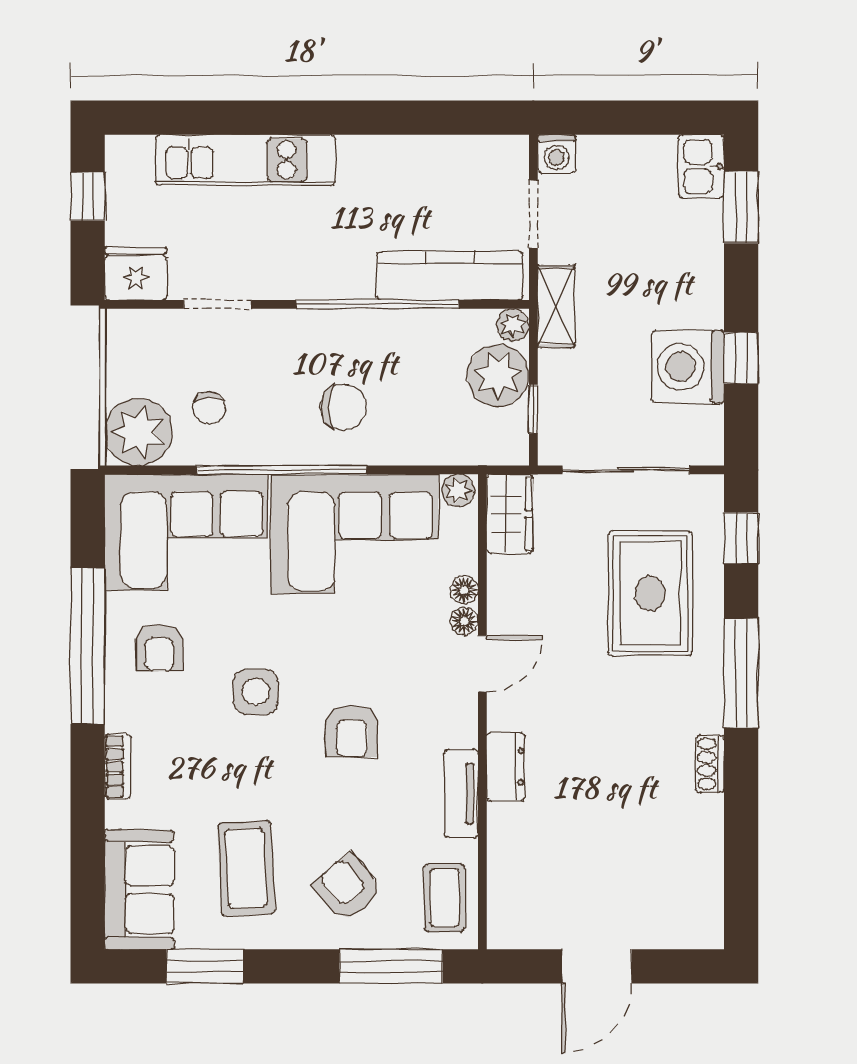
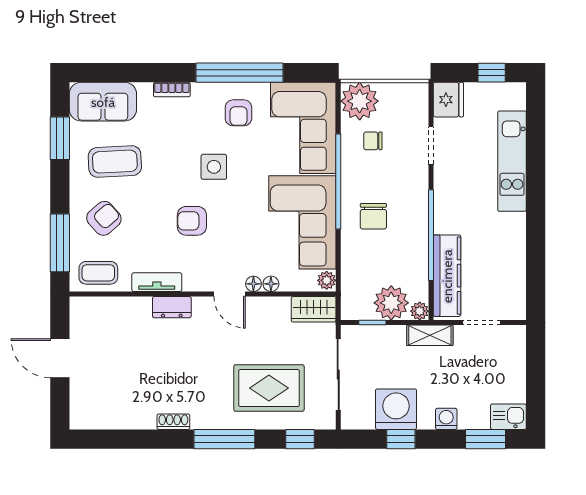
washing machine: (557, 154) -> (446, 419), moved, turned 90
armchair: (159, 648) -> (238, 113), turned -90

